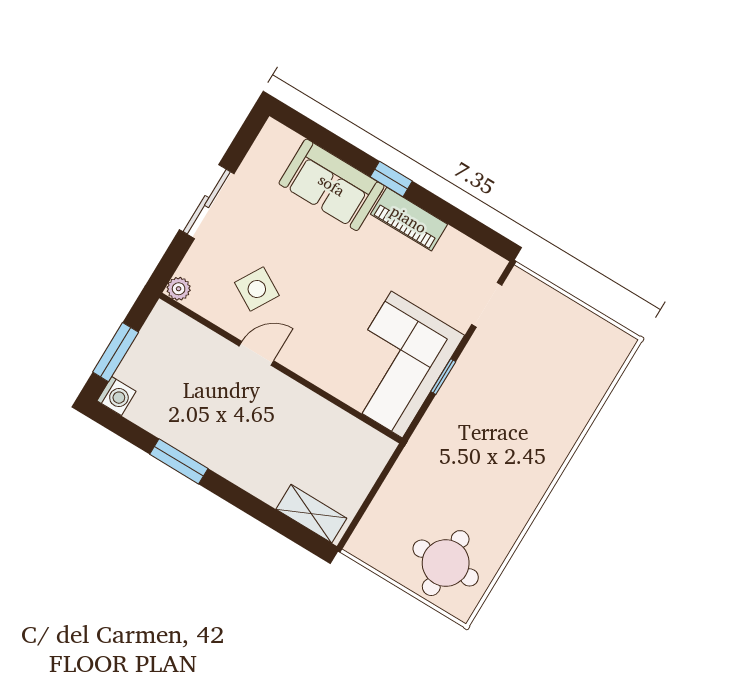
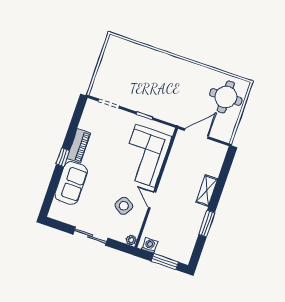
corner sofa: (397, 364) -> (145, 156), moved, turned 90
washing machine: (116, 396) -> (150, 245), moved
door: (380, 481) -> (196, 134), added
shelving: (311, 514) -> (207, 191), moved

